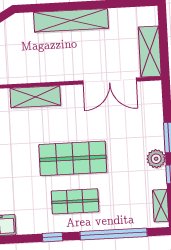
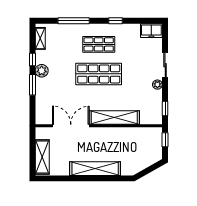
shelving: (150, 52) -> (42, 157), moved
shelving: (35, 97) -> (114, 118), width x1.47
window: (114, 234) -> (74, 21), width x0.68

